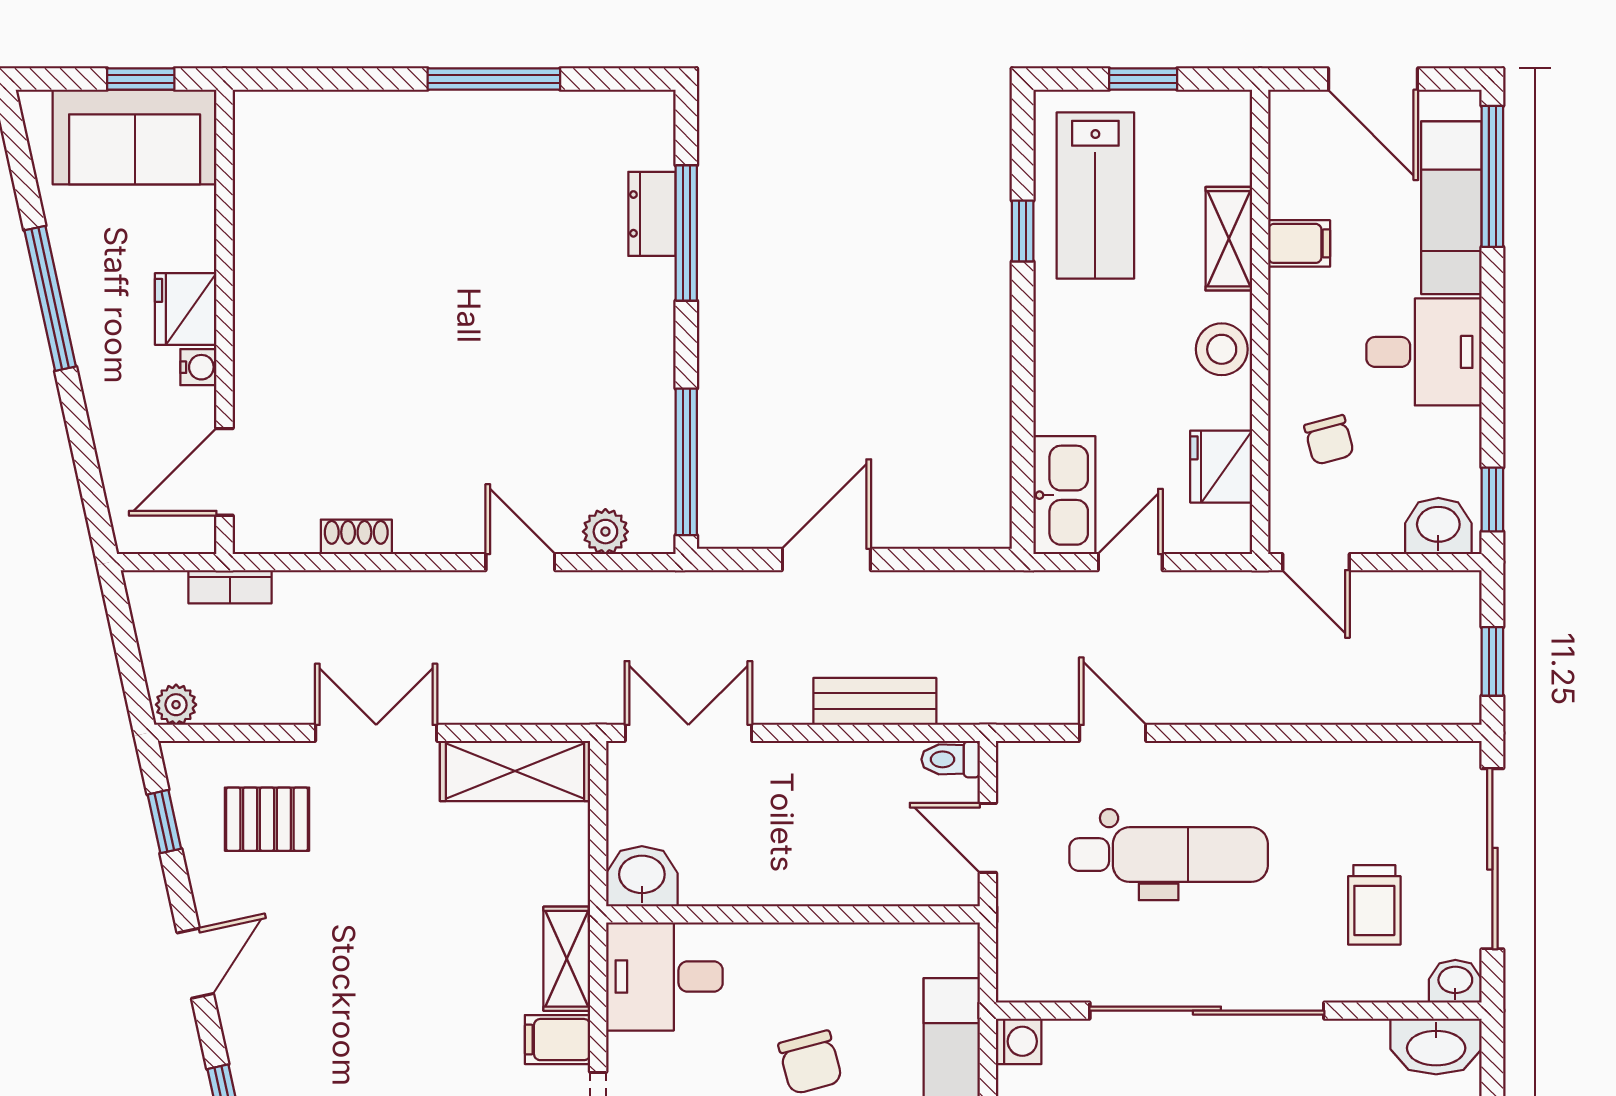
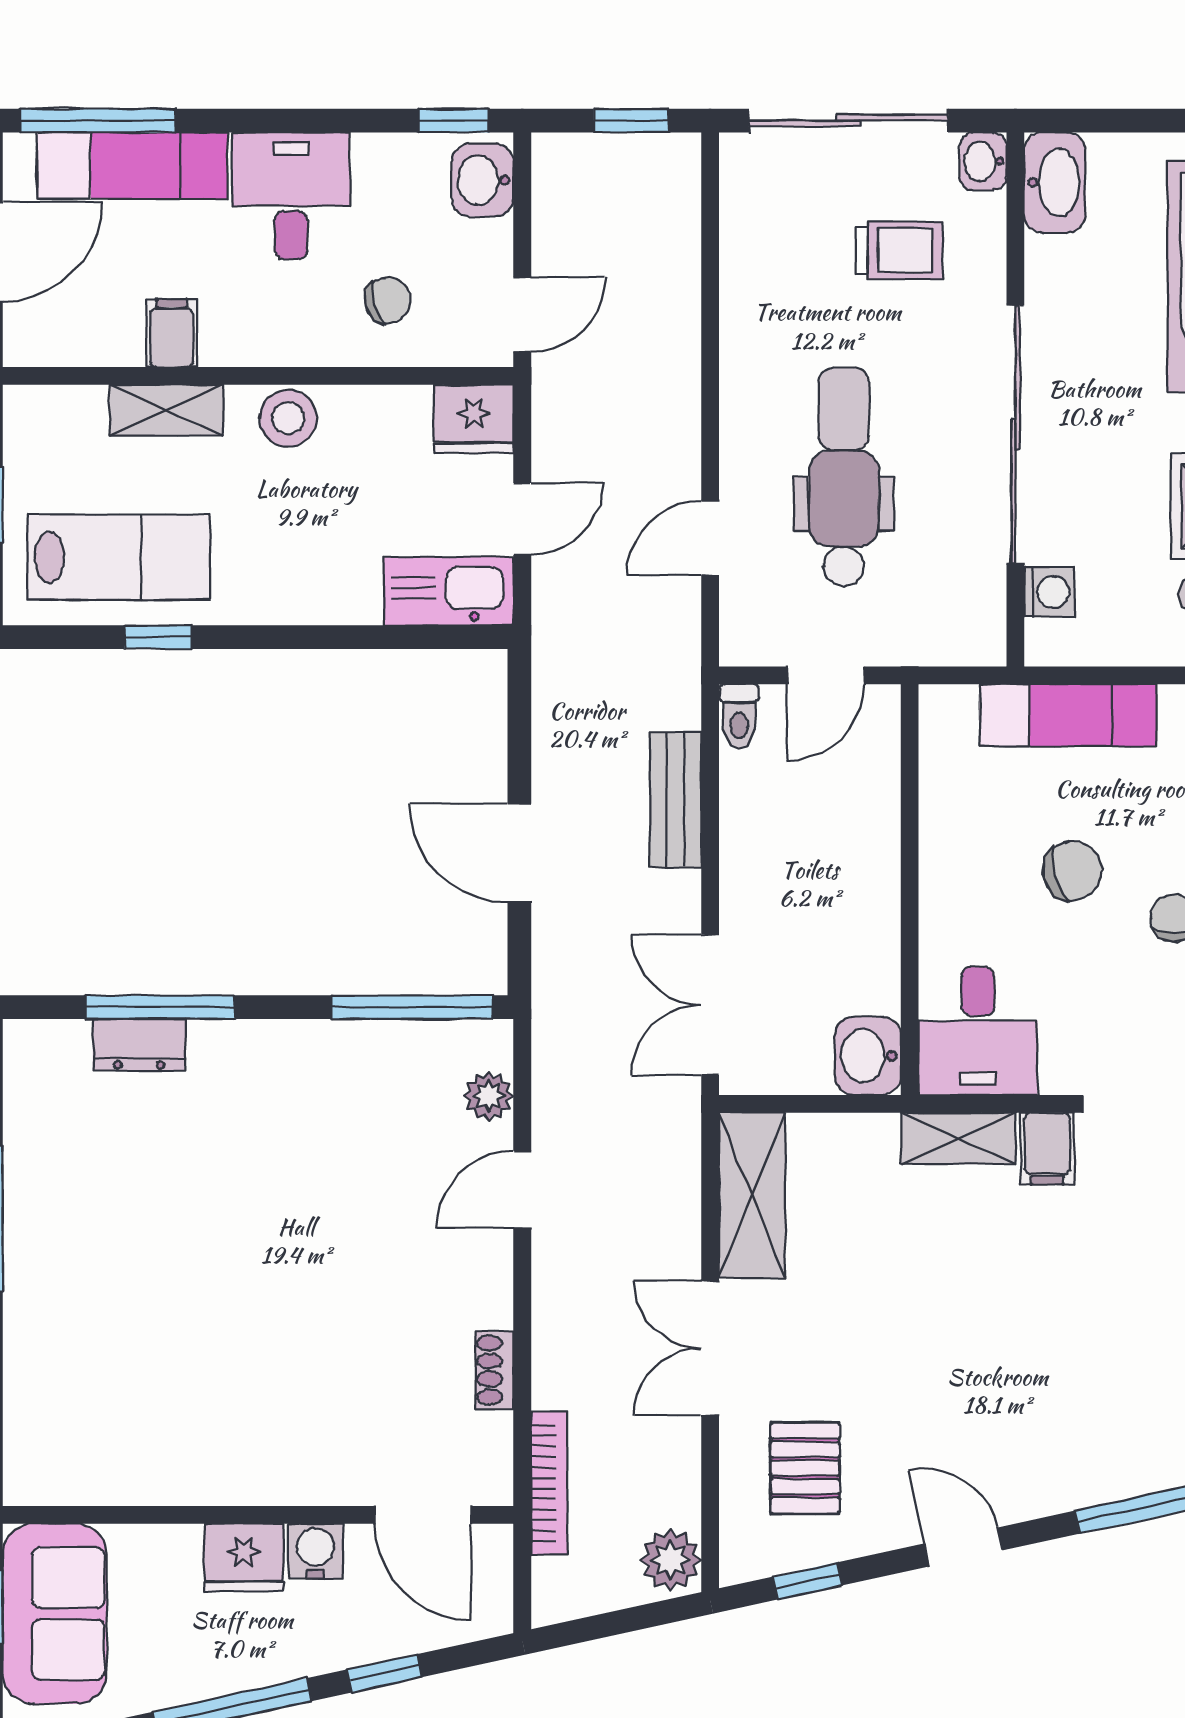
water cooler: (198, 367) -> (315, 1551), width x1.38, depth x1.38
window: (80, 437) -> (385, 1673), added
fridge: (1221, 467) -> (474, 419), moved
door: (1130, 562) -> (522, 519), swing flipped
bookcase: (230, 587) -> (549, 1483), width x1.56
plant: (176, 705) -> (671, 1560), width x1.38, depth x1.38
washing machine: (1019, 1041) -> (1049, 592), moved, turned 90

